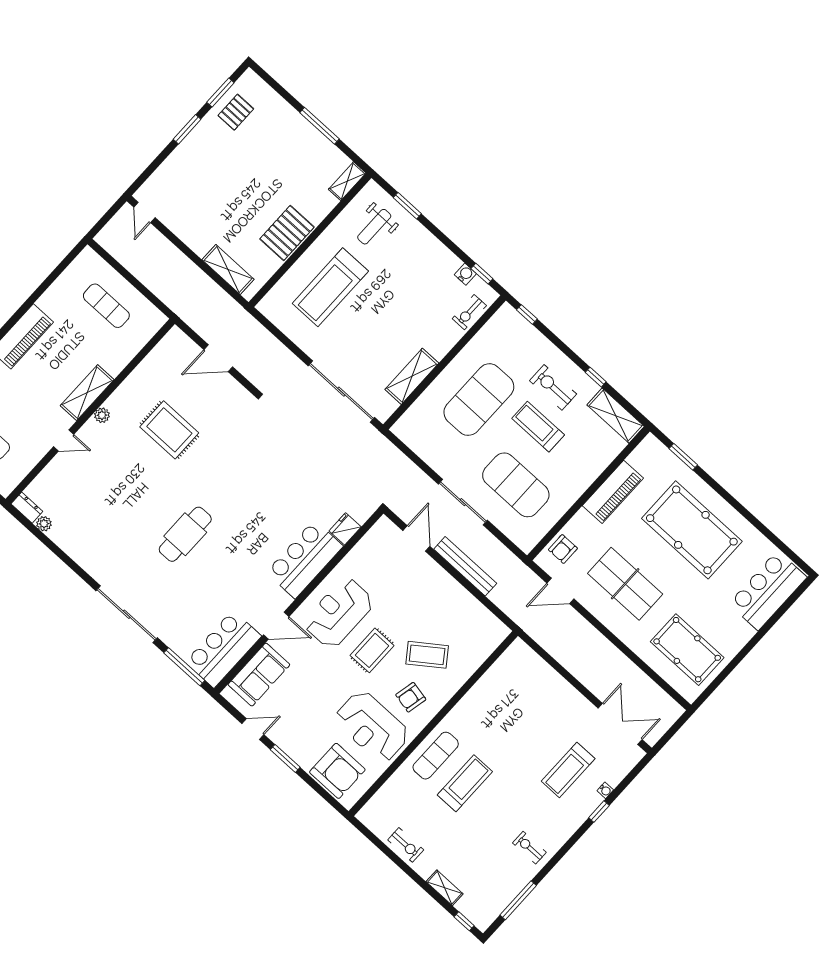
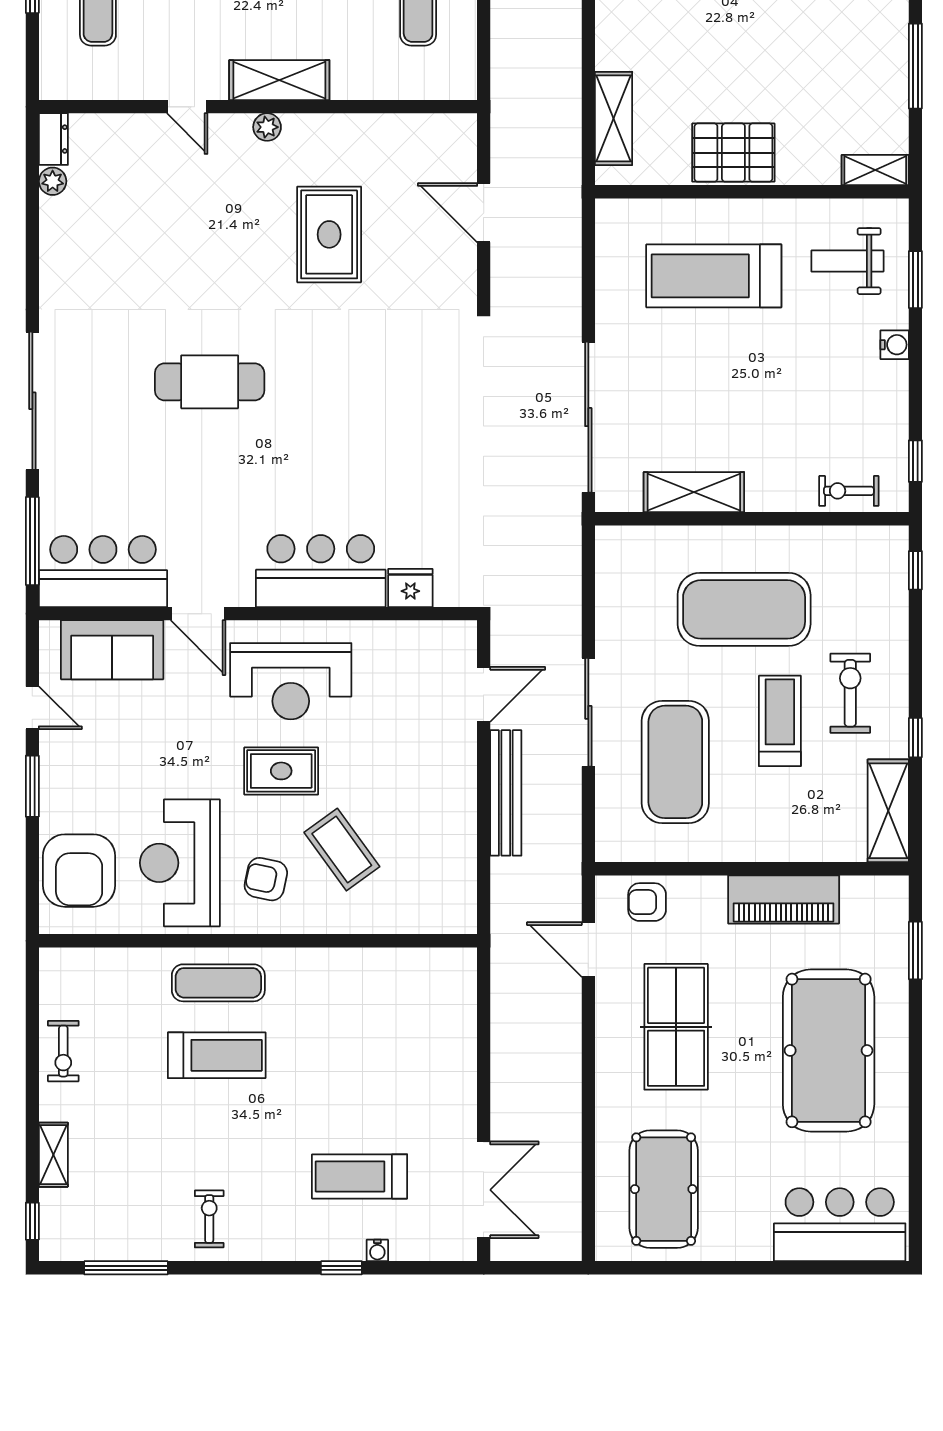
water cooler: (465, 274) -> (895, 345), moved
reception desk: (339, 613) -> (291, 681), turned 180

